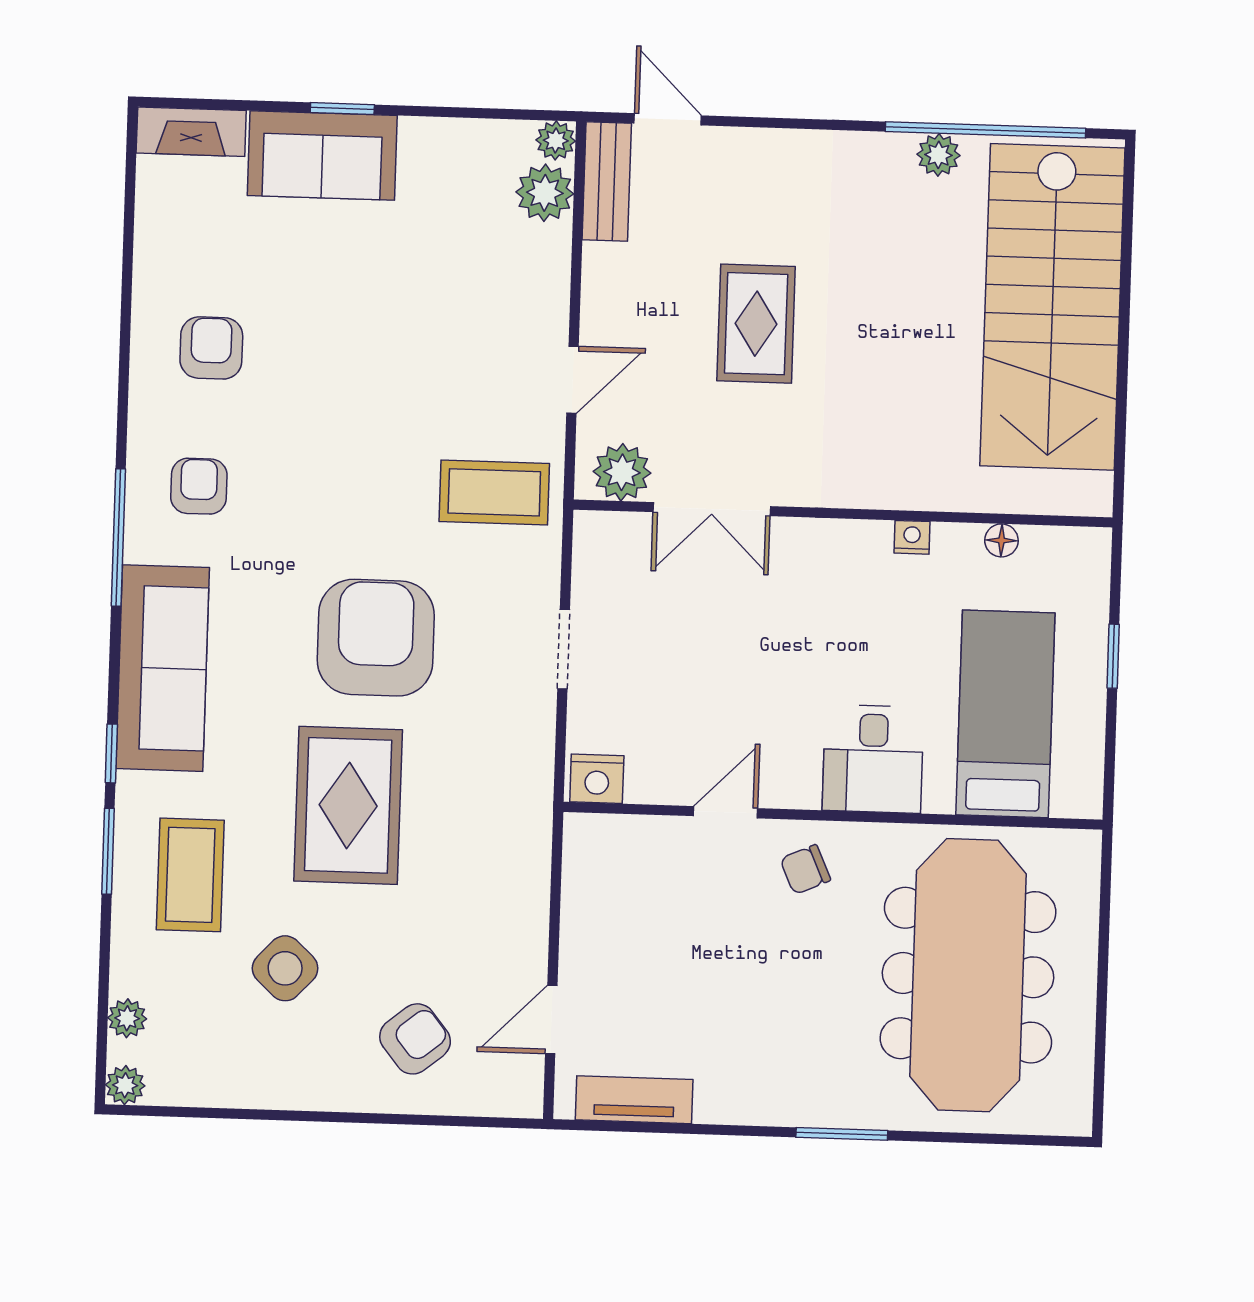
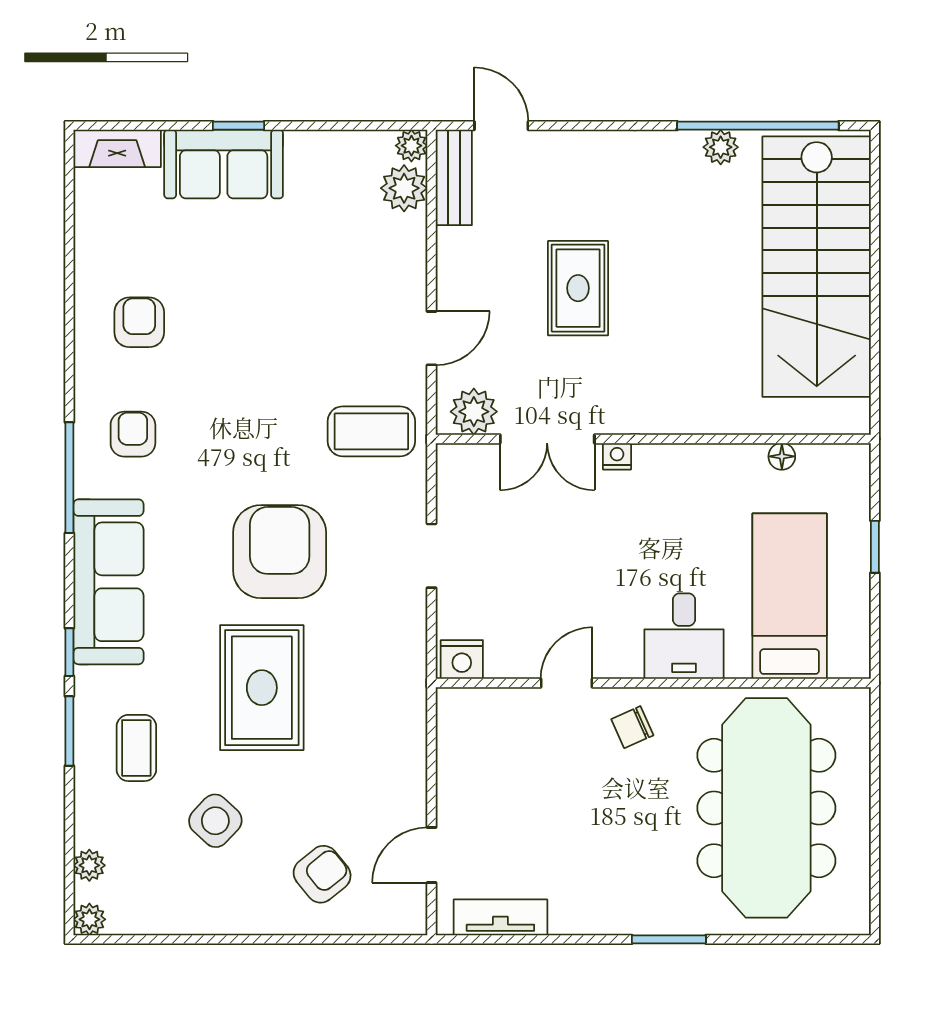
nightstand: (912, 537) -> (617, 456), moved
coffee table: (190, 875) -> (136, 748), width x0.73, depth x0.77

